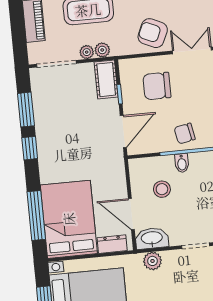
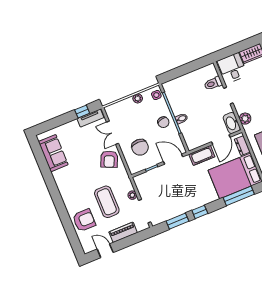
plant: (102, 50) -> (128, 186), removed
cot: (106, 80) -> (202, 155), moved
stool: (162, 189) -> (201, 126), removed

